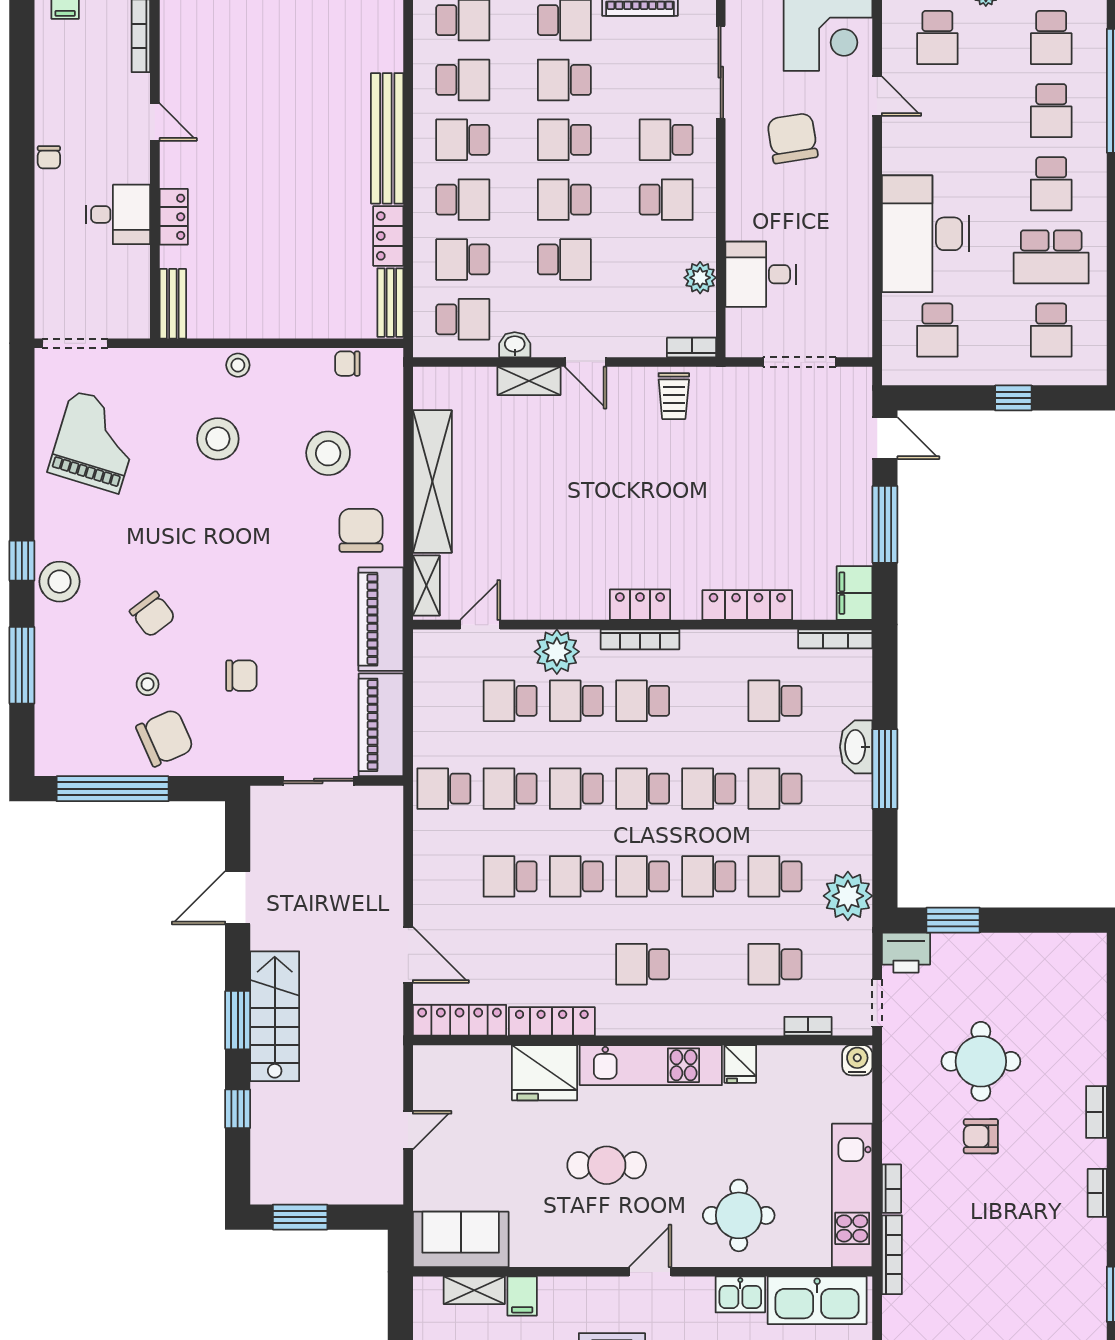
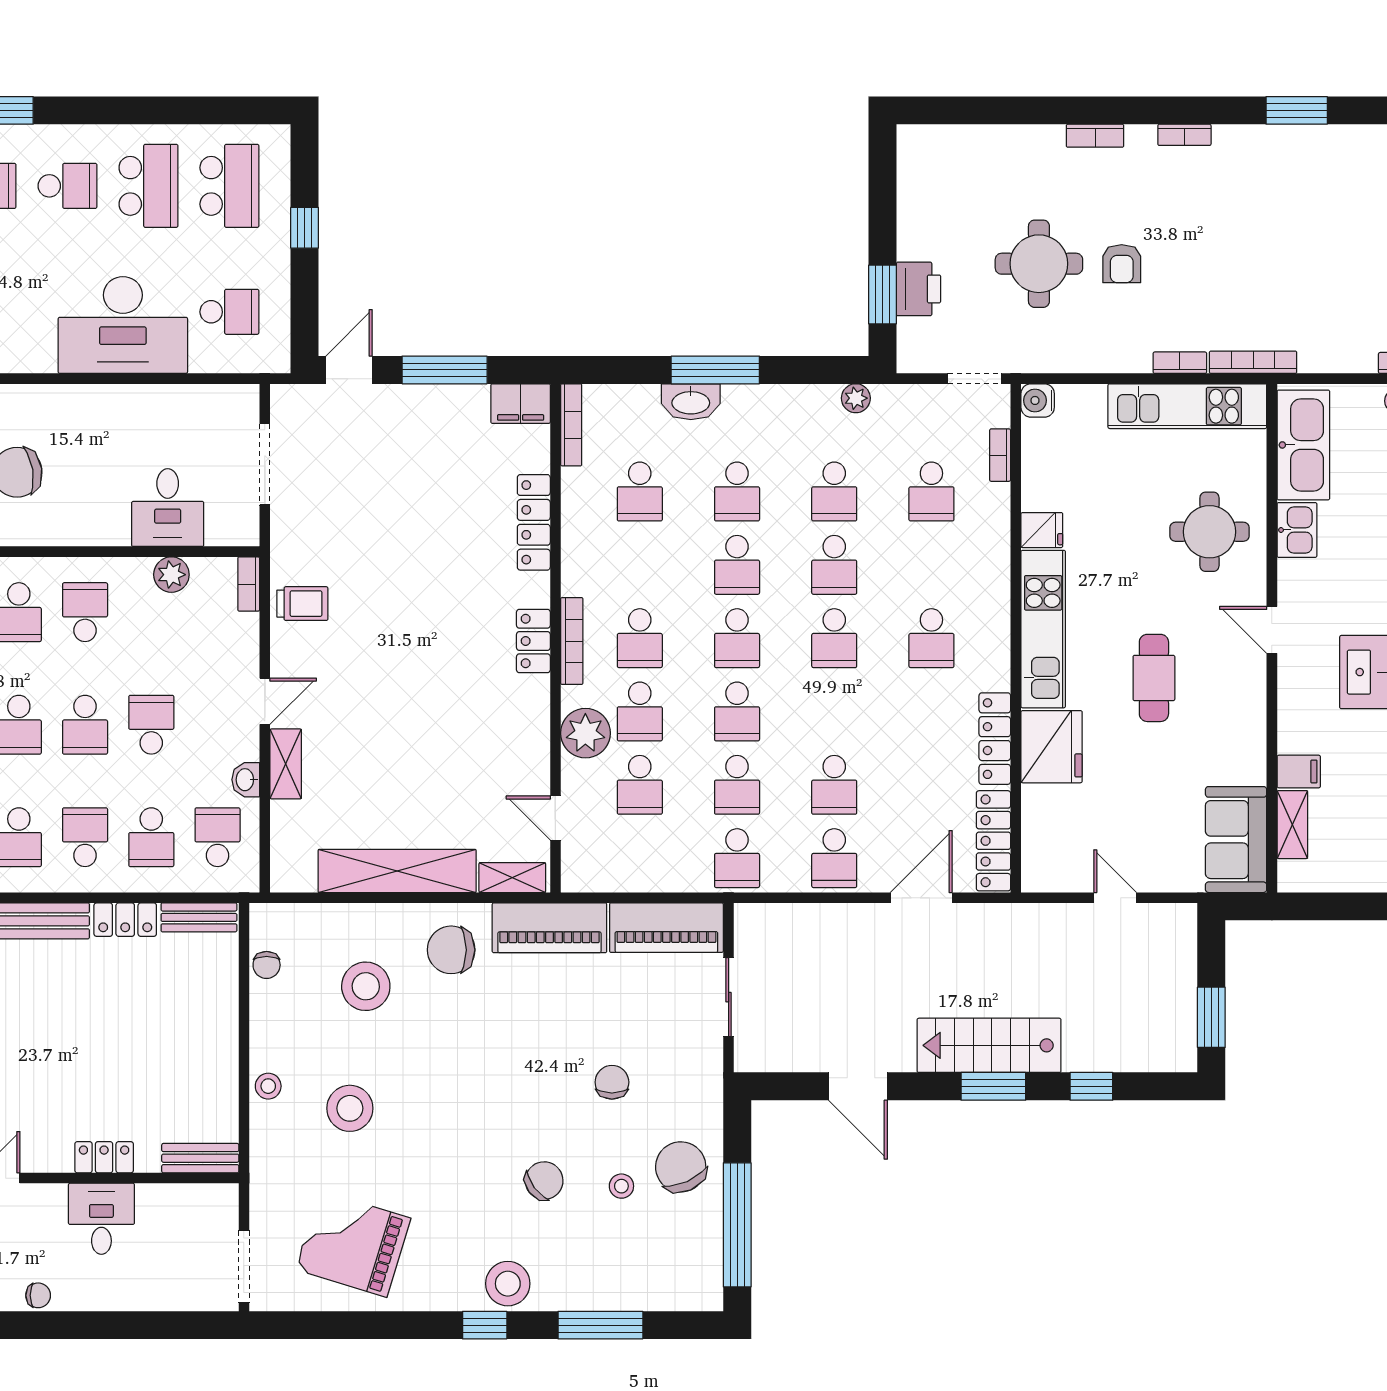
school desk: (1051, 330) -> (229, 186), width x1.85
school desk: (576, 876) -> (834, 858), moved
plant: (848, 896) -> (856, 398), width x0.53, depth x0.53
printer: (906, 953) -> (919, 289), moved

